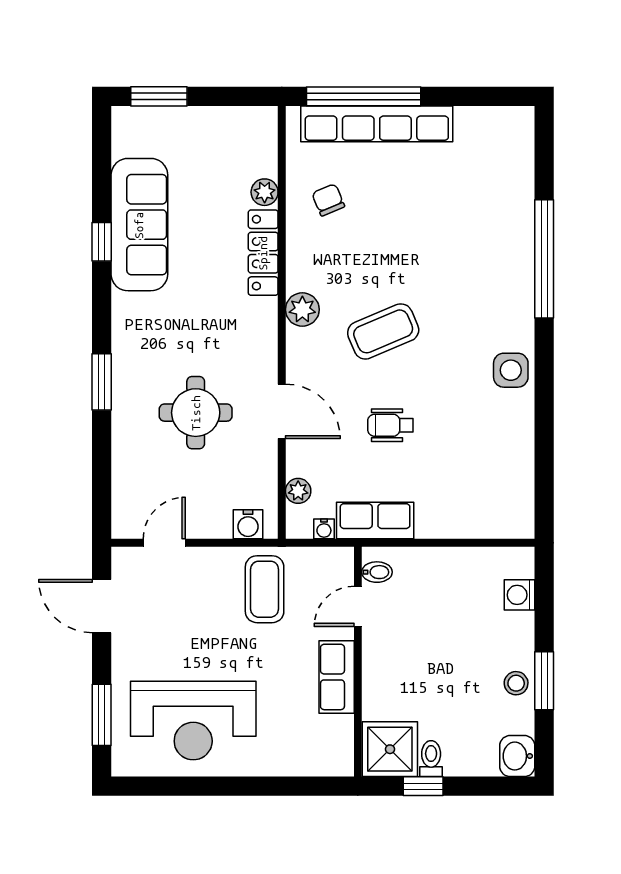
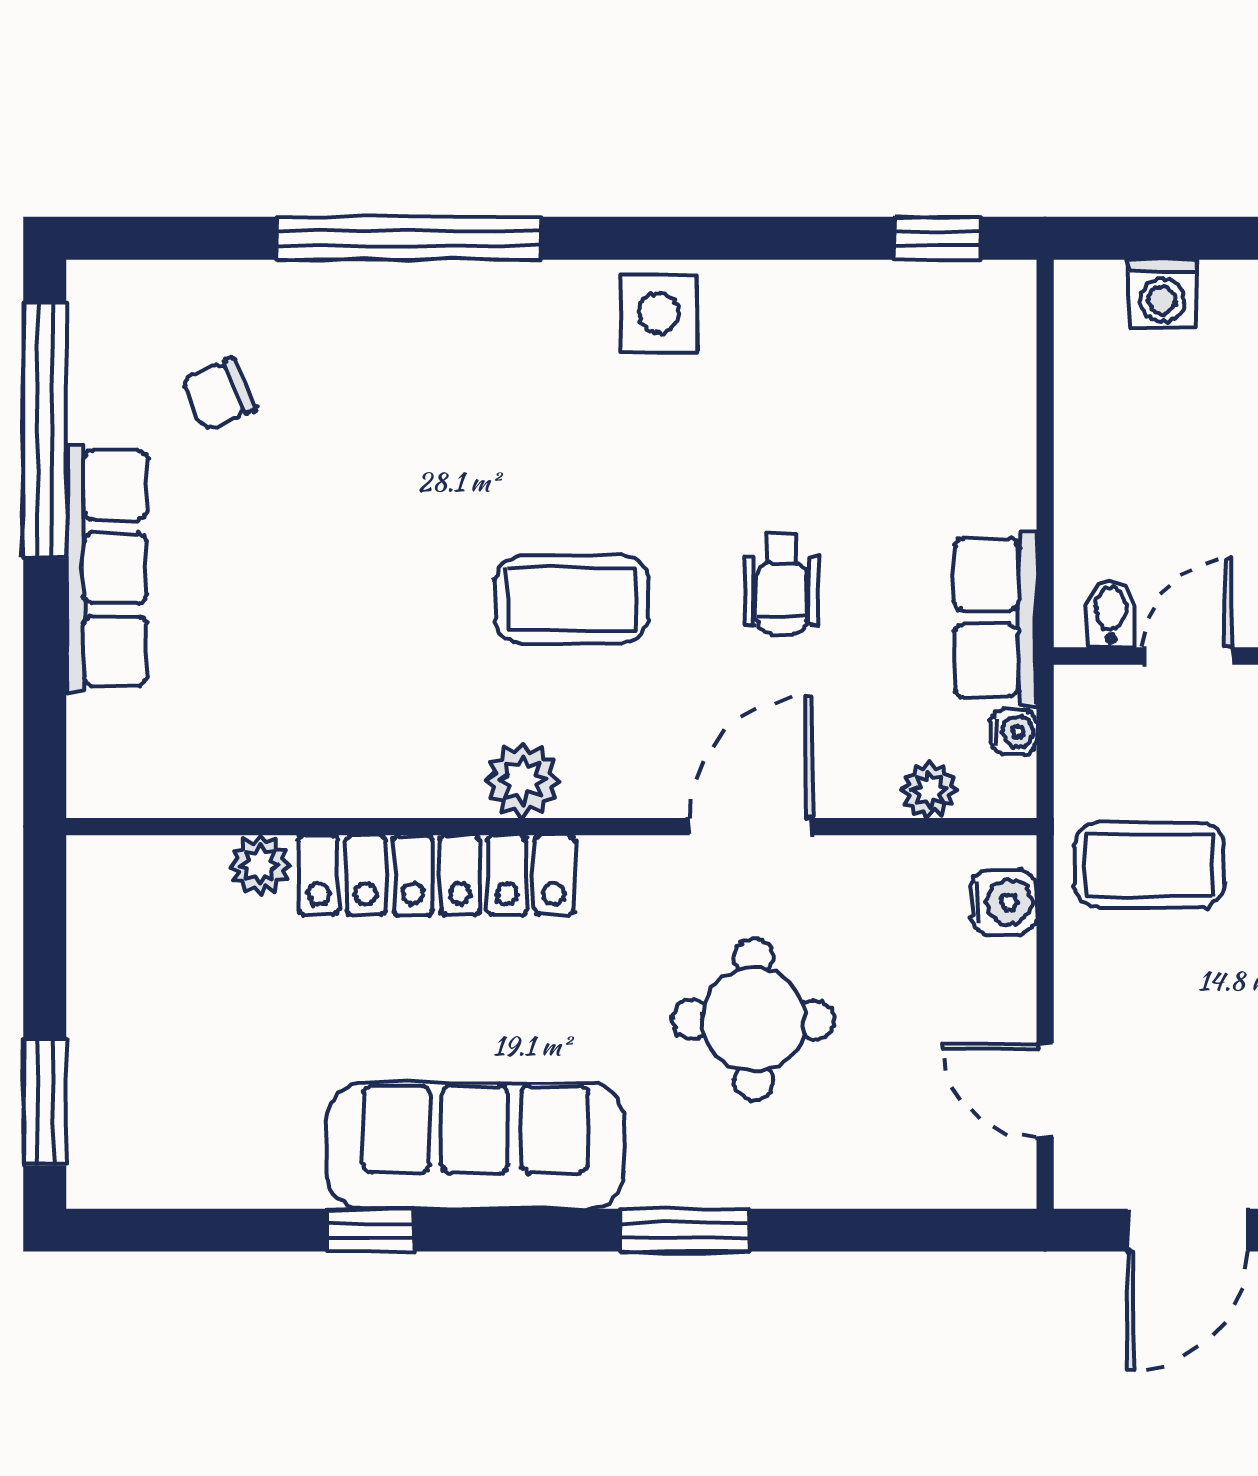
window: (364, 96) -> (45, 430), moved
row of seats: (377, 124) -> (106, 568), width x0.73
chair: (328, 200) -> (219, 394), moved
sofa: (139, 225) -> (475, 1146), moved
locker: (263, 253) -> (436, 875), width x1.41, depth x1.21
coffee table: (383, 331) -> (572, 599), turned -67
window: (544, 495) -> (938, 238), added
door: (358, 606) -> (1188, 656), swing flipped

